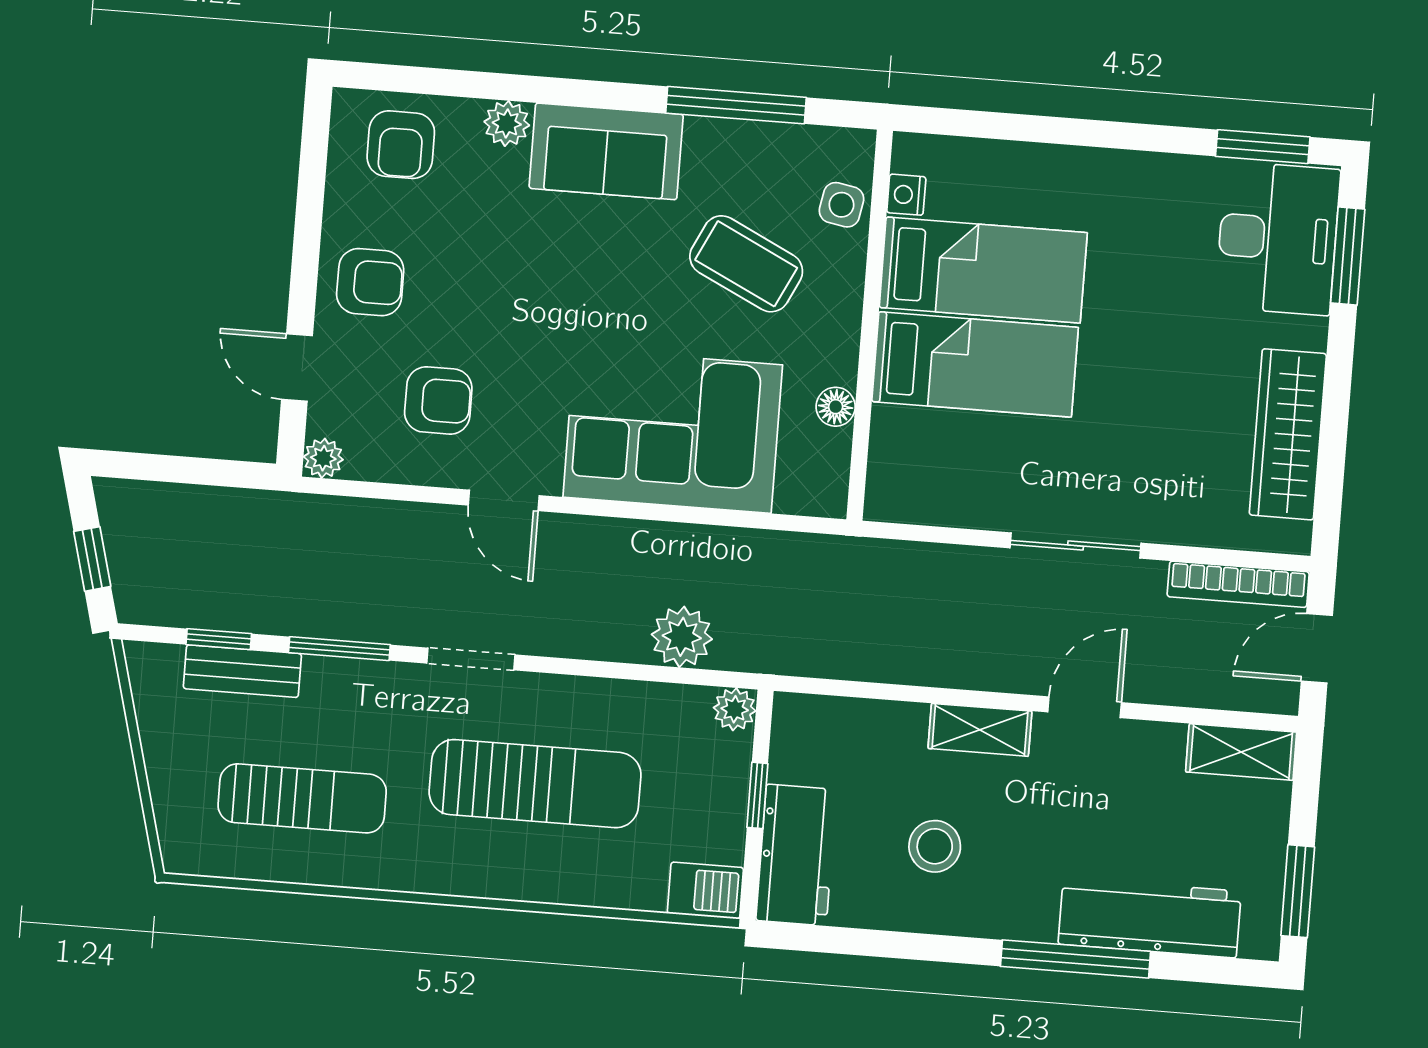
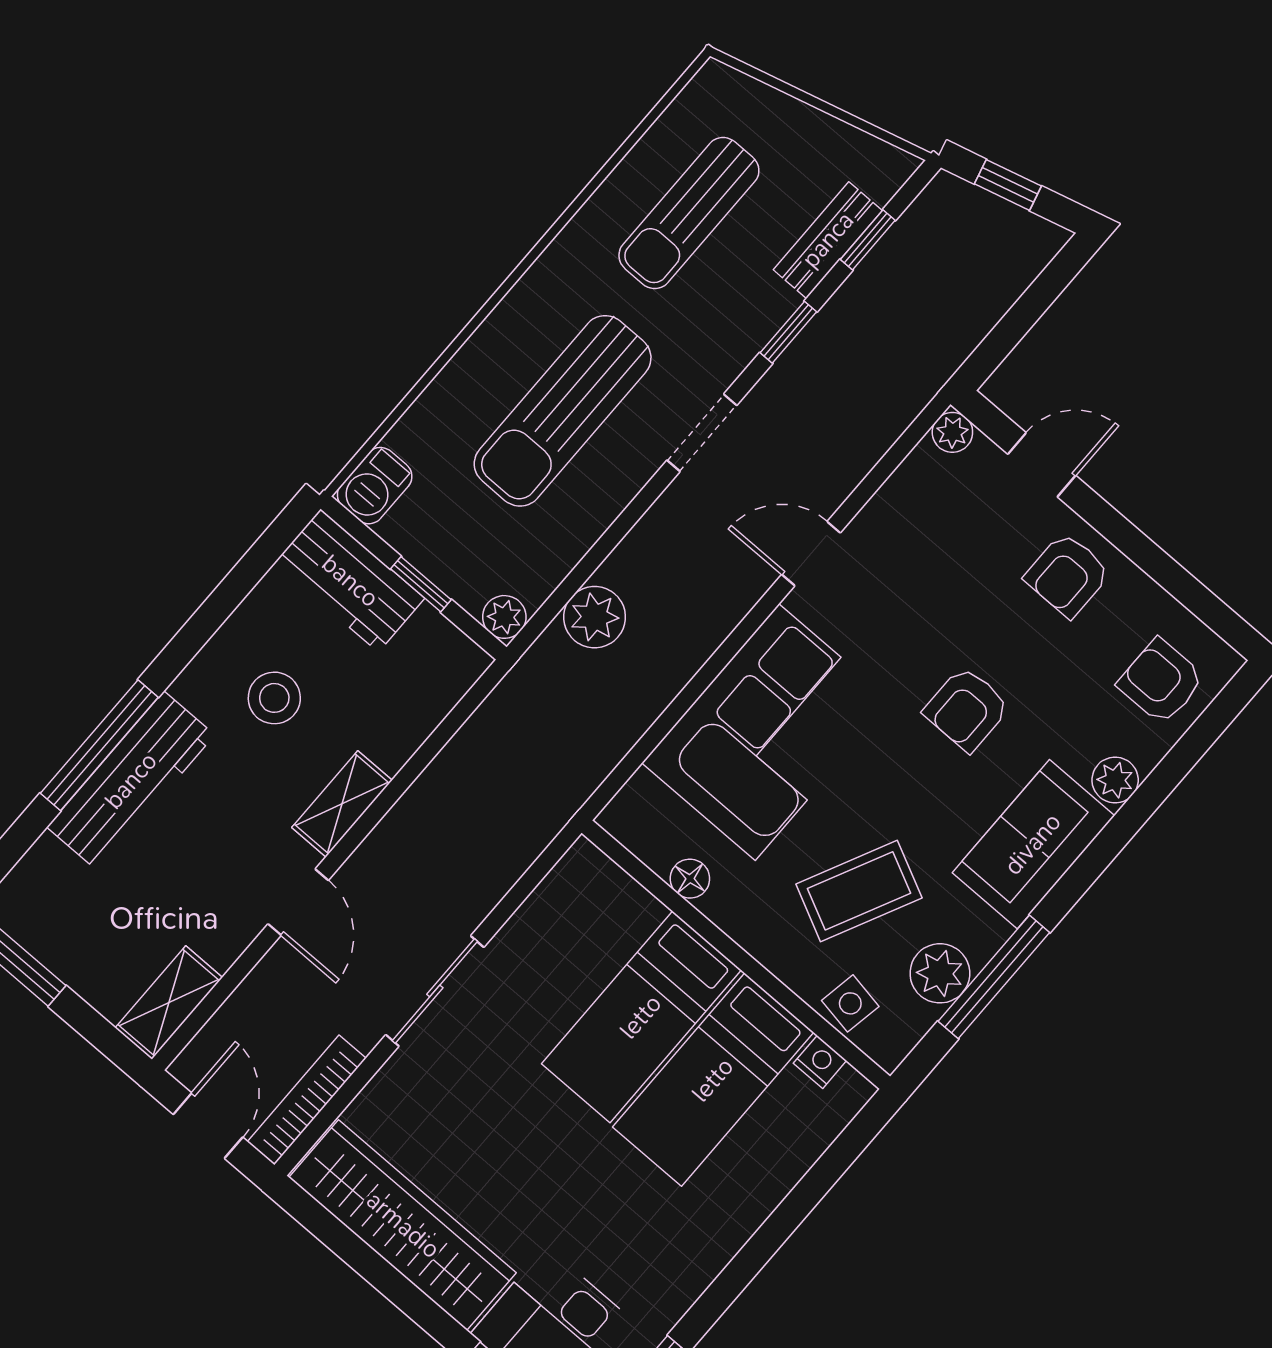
plant: (765, 151) -> (940, 973), added
armchair: (438, 400) -> (967, 709), moved
wardrobe: (1288, 434) -> (403, 1225), width x1.40, depth x1.17
window: (339, 649) -> (788, 332), width x0.67
workbench: (1150, 918) -> (131, 781), moved

